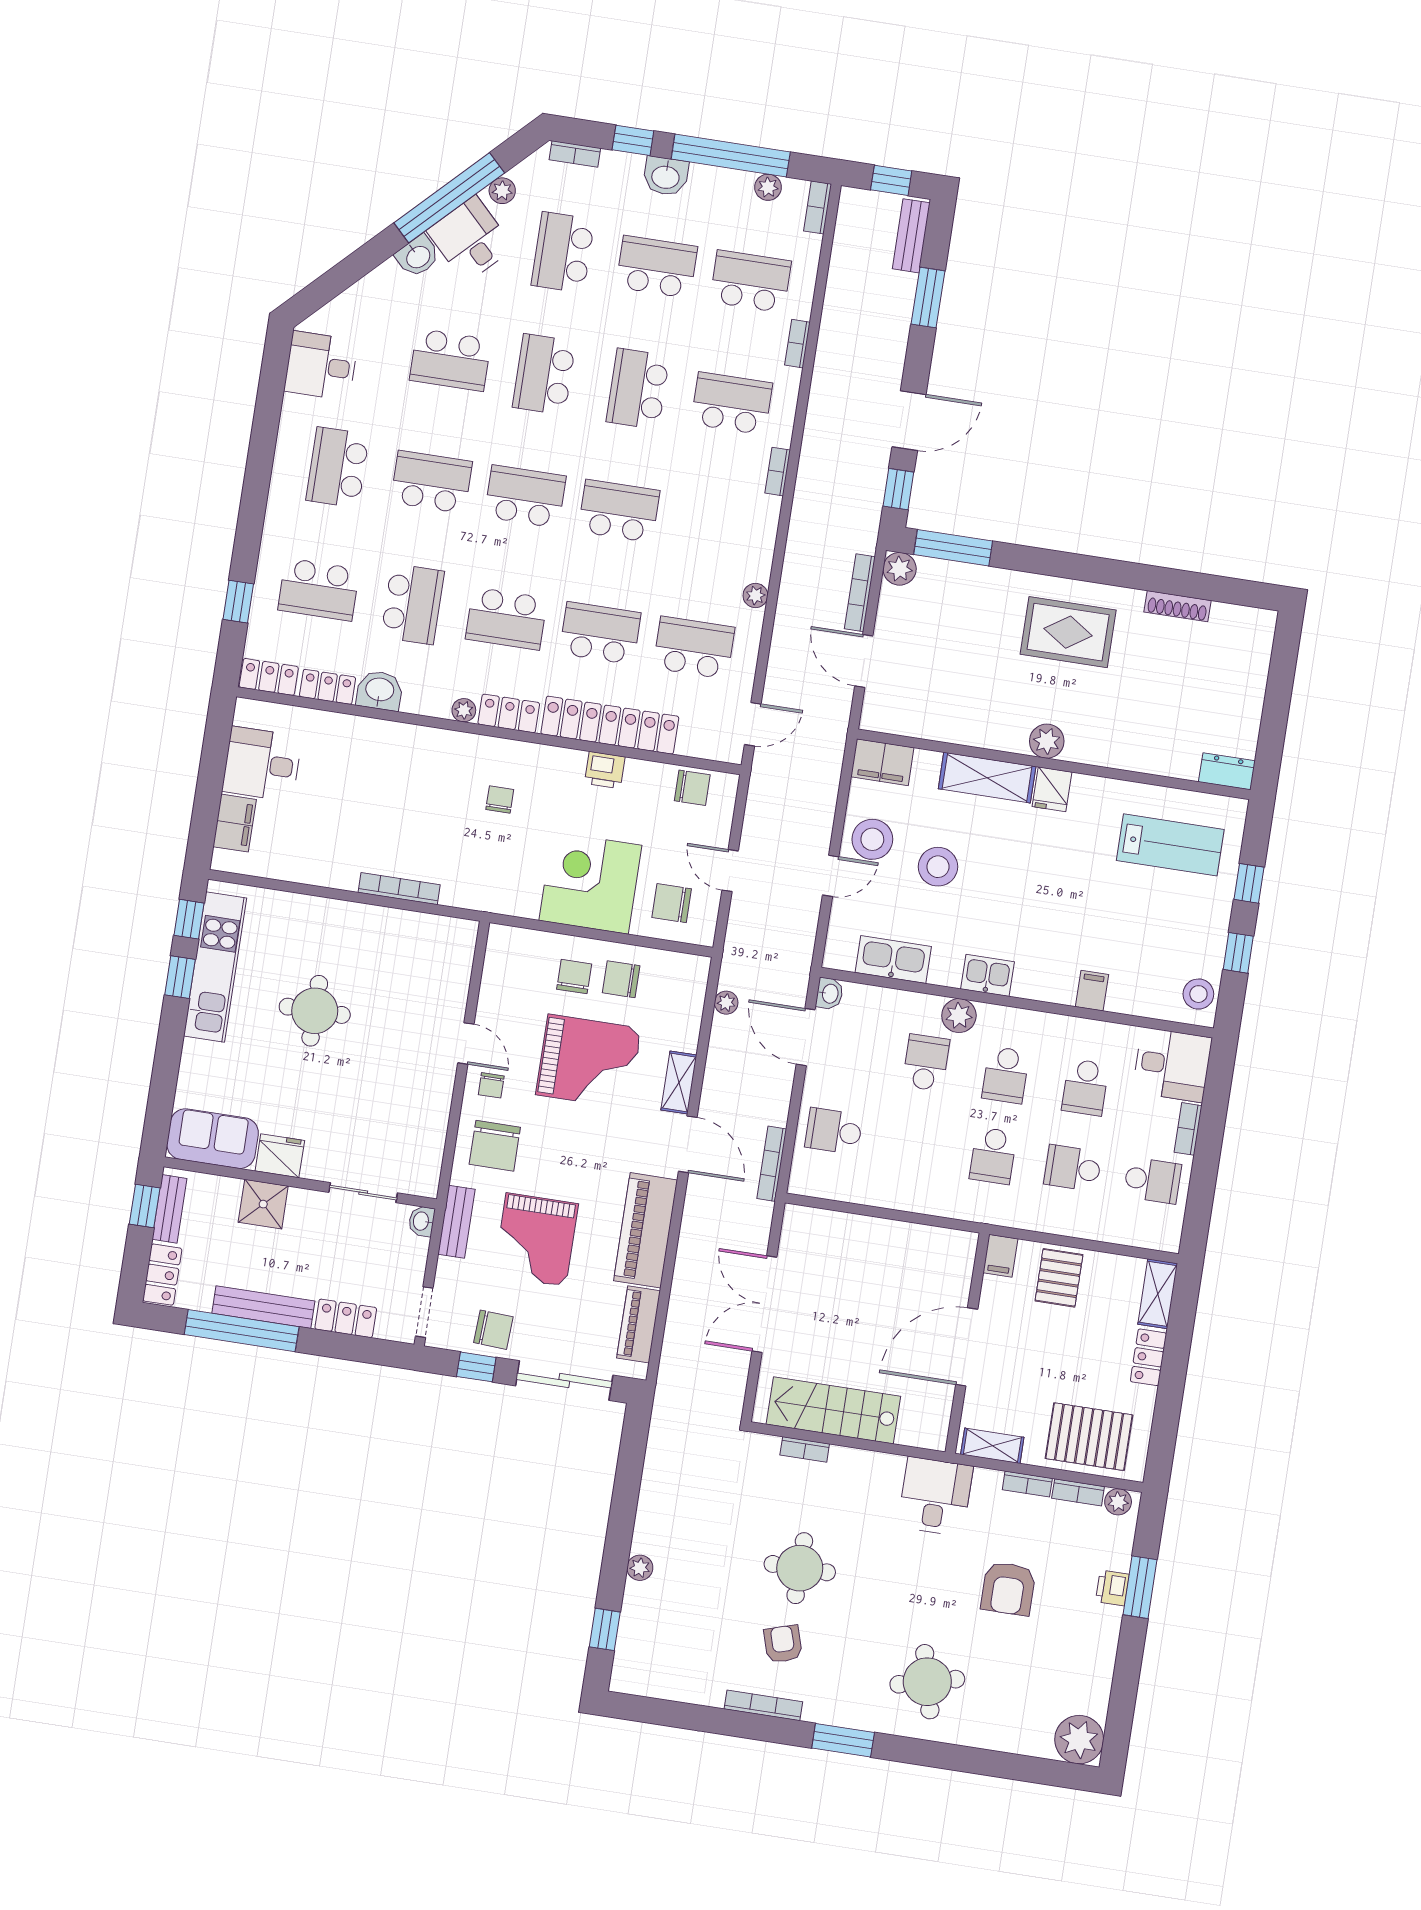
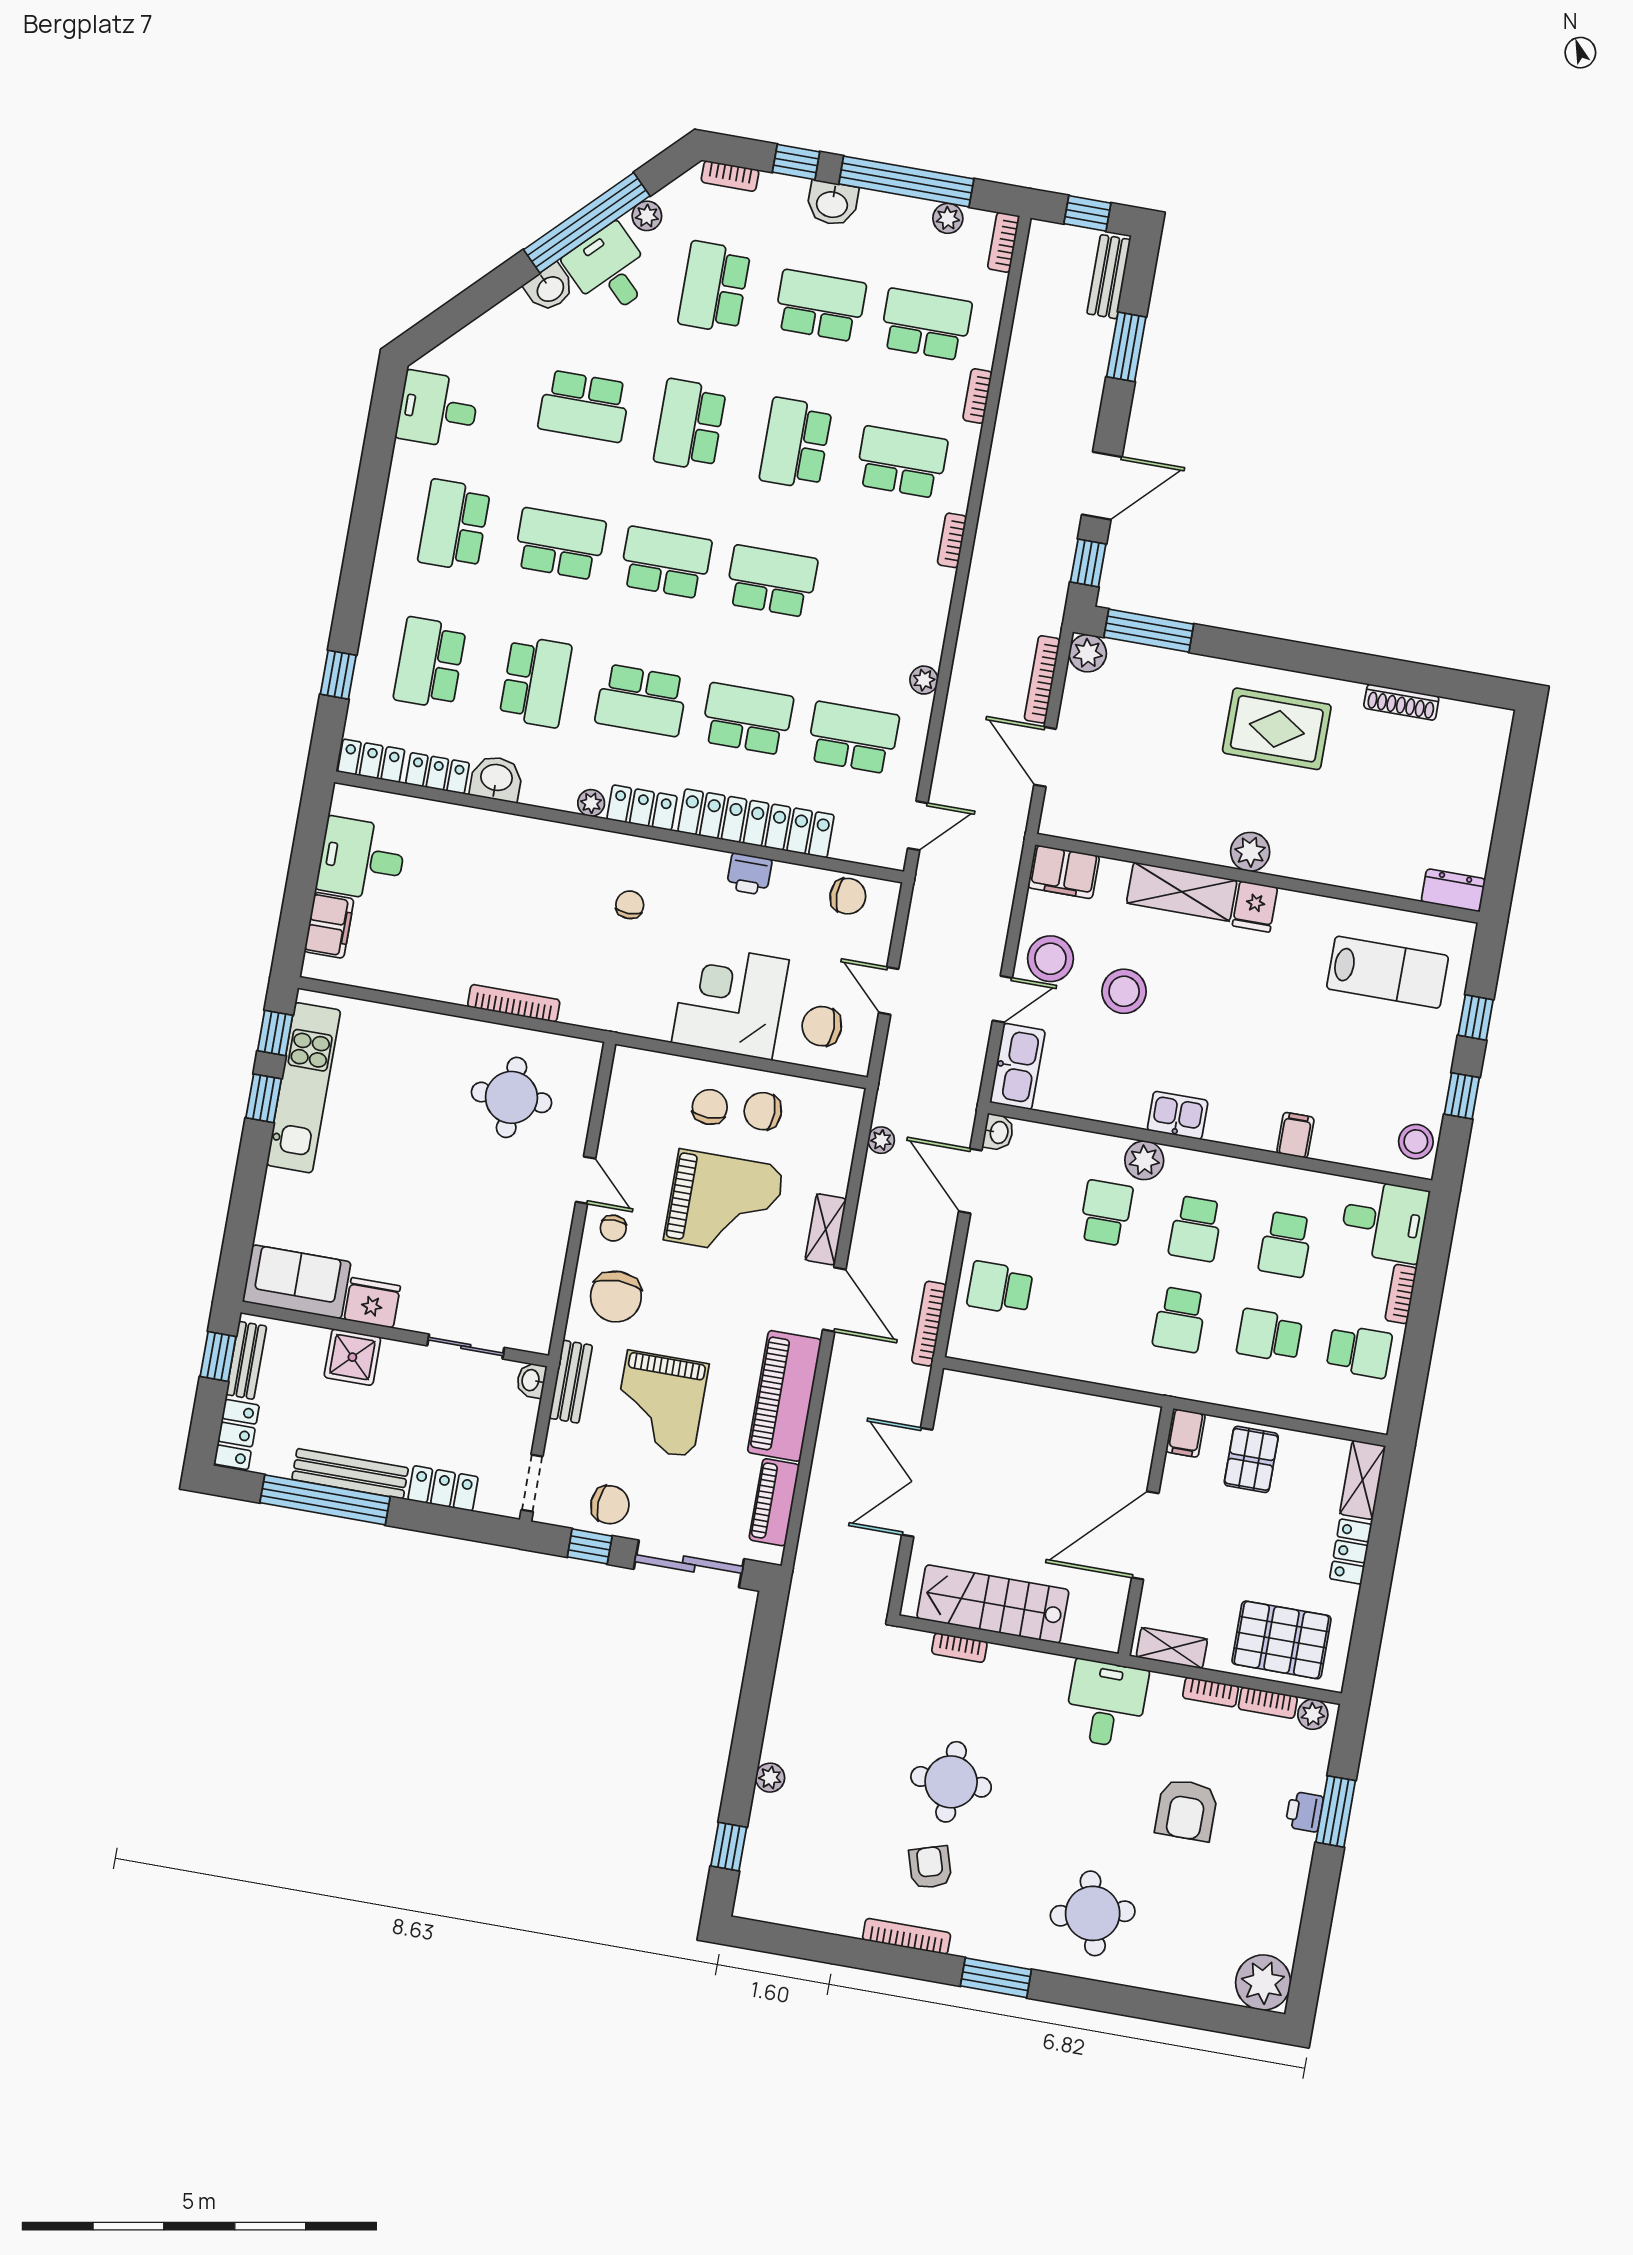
school desk: (319, 590) -> (430, 663), turned 90
kitchen sink: (893, 960) -> (1018, 1066), moved, turned 90
round table: (315, 1011) -> (511, 1097), moved

